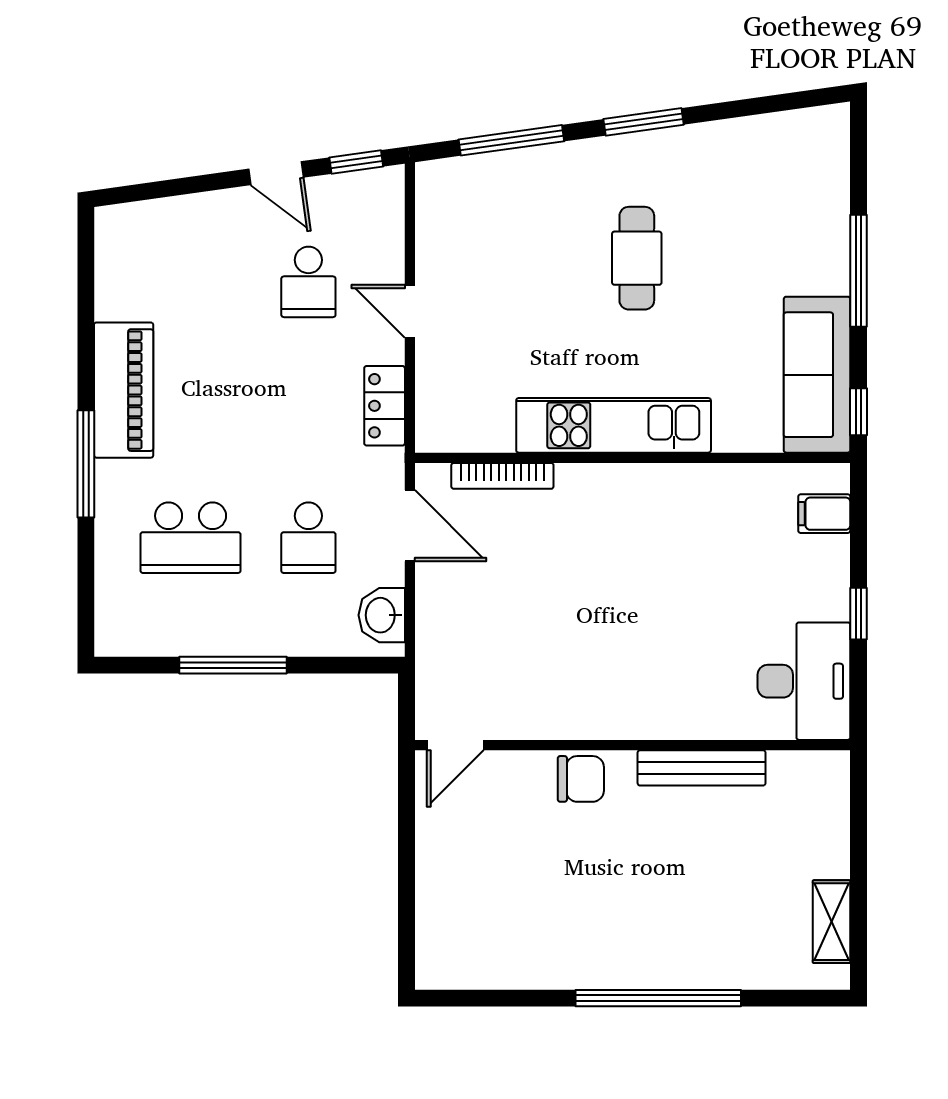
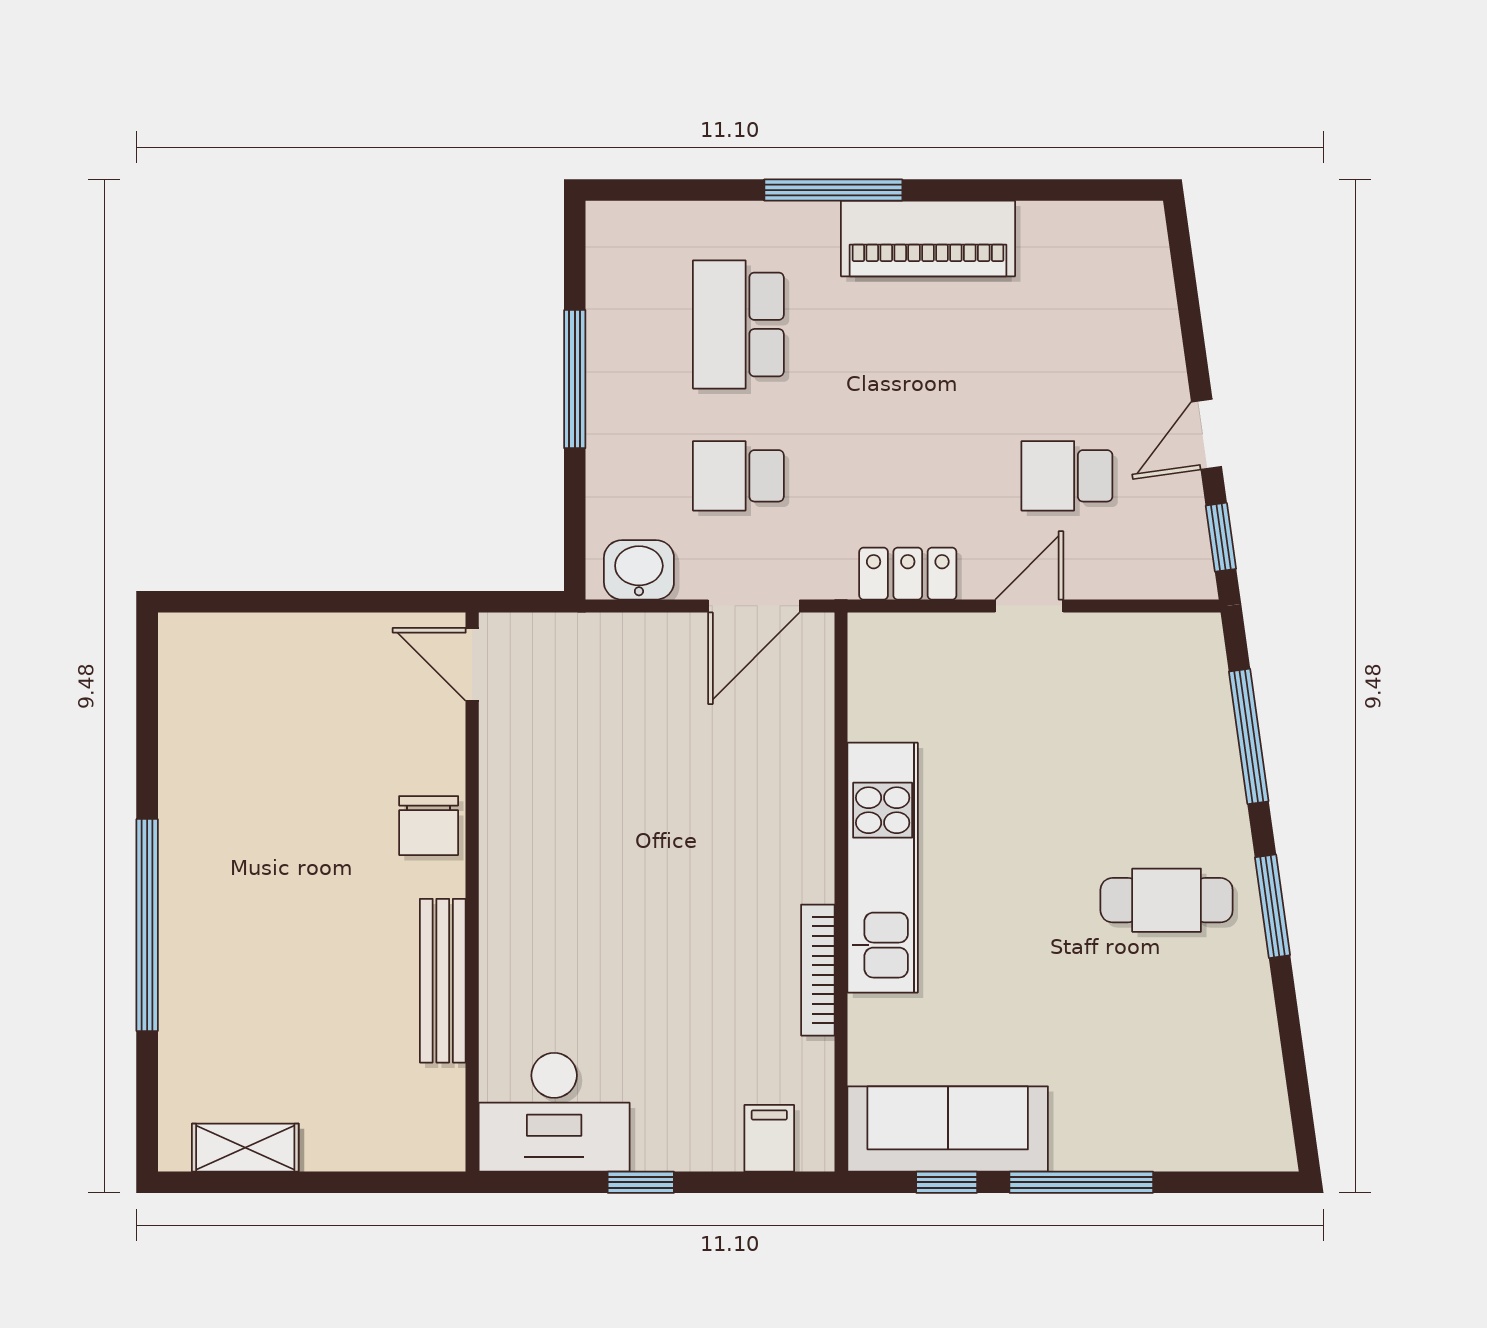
cafe table: (637, 258) -> (1167, 900), moved
window: (859, 412) -> (947, 1182), moved
bookcase: (502, 476) -> (818, 970), moved

